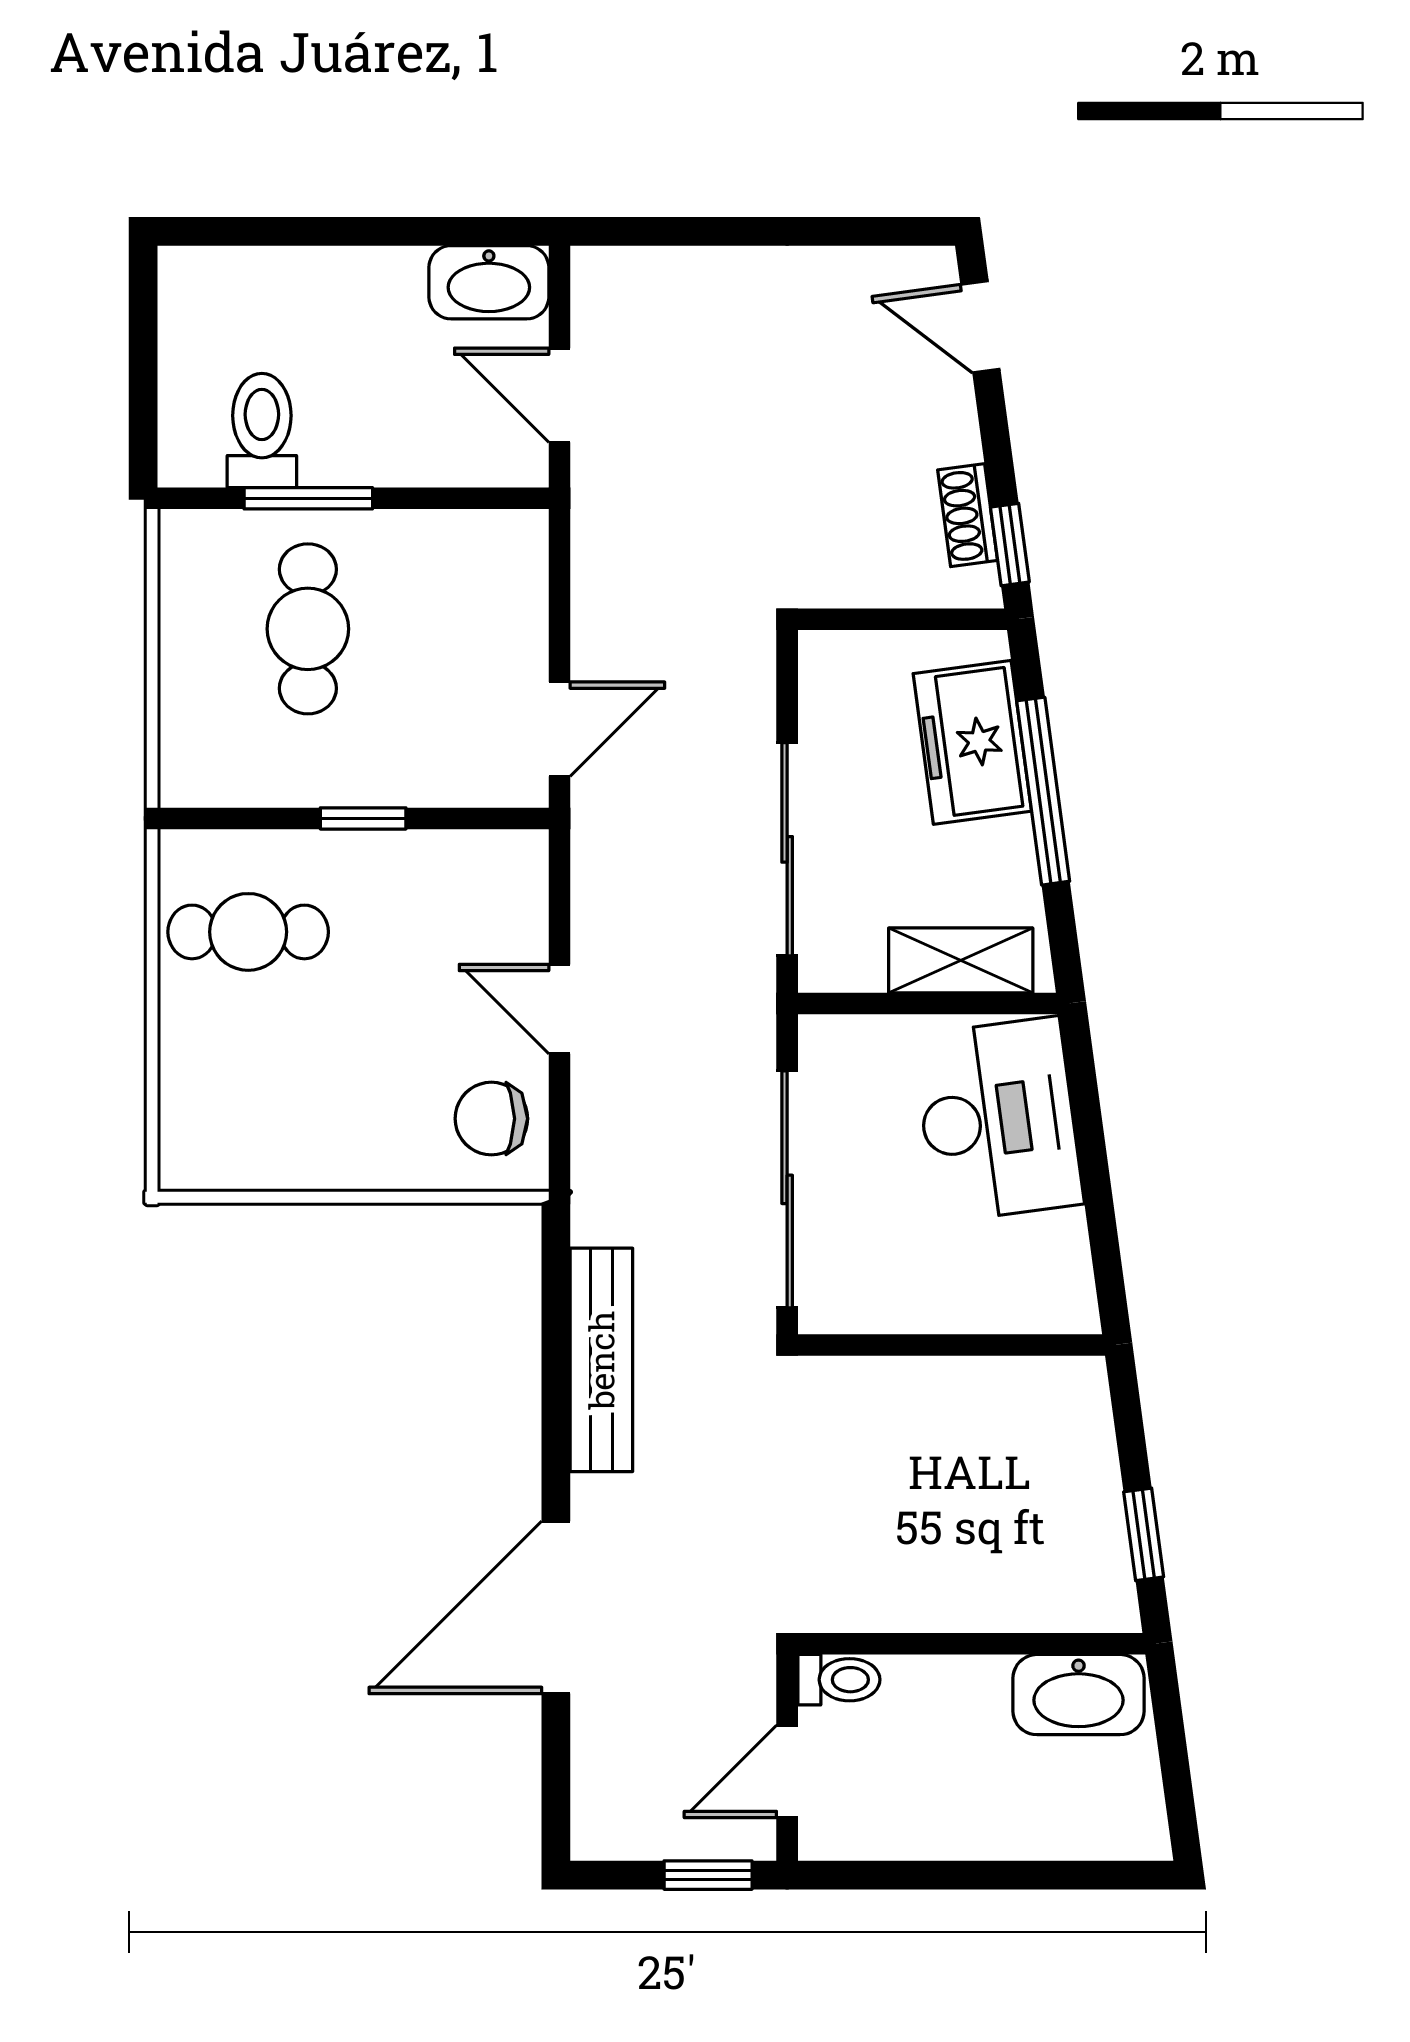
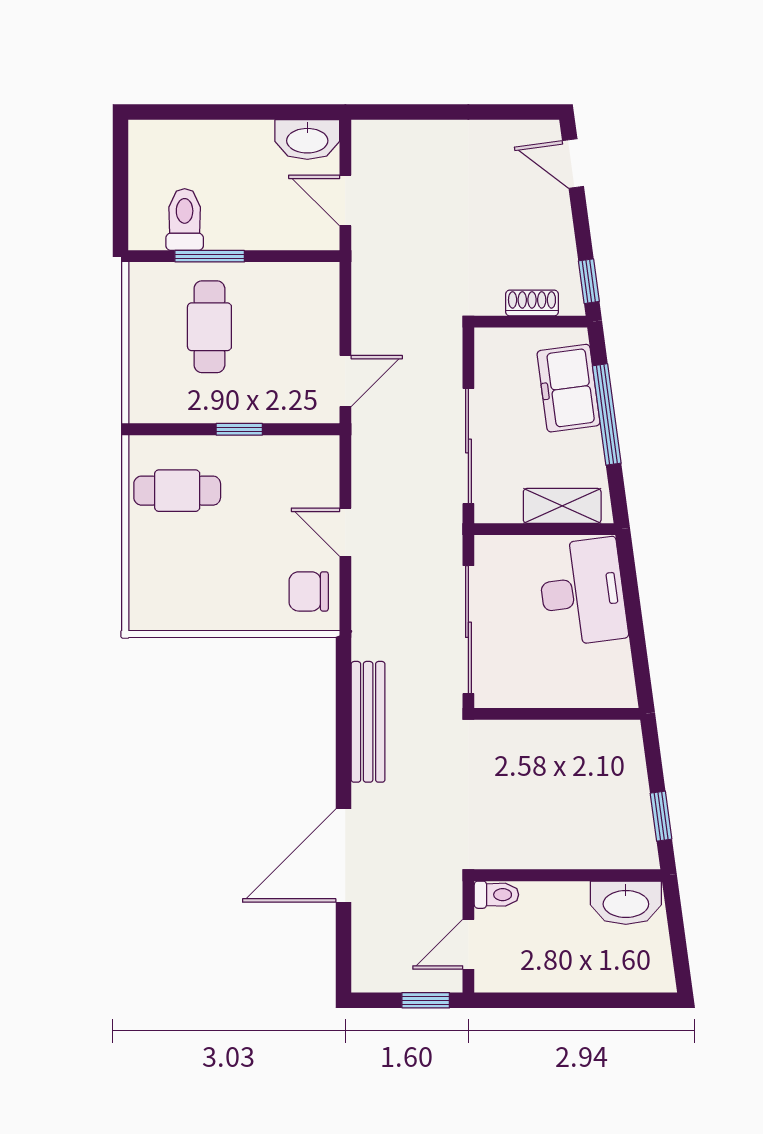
shoe rack: (968, 515) -> (532, 303), moved, turned 98

